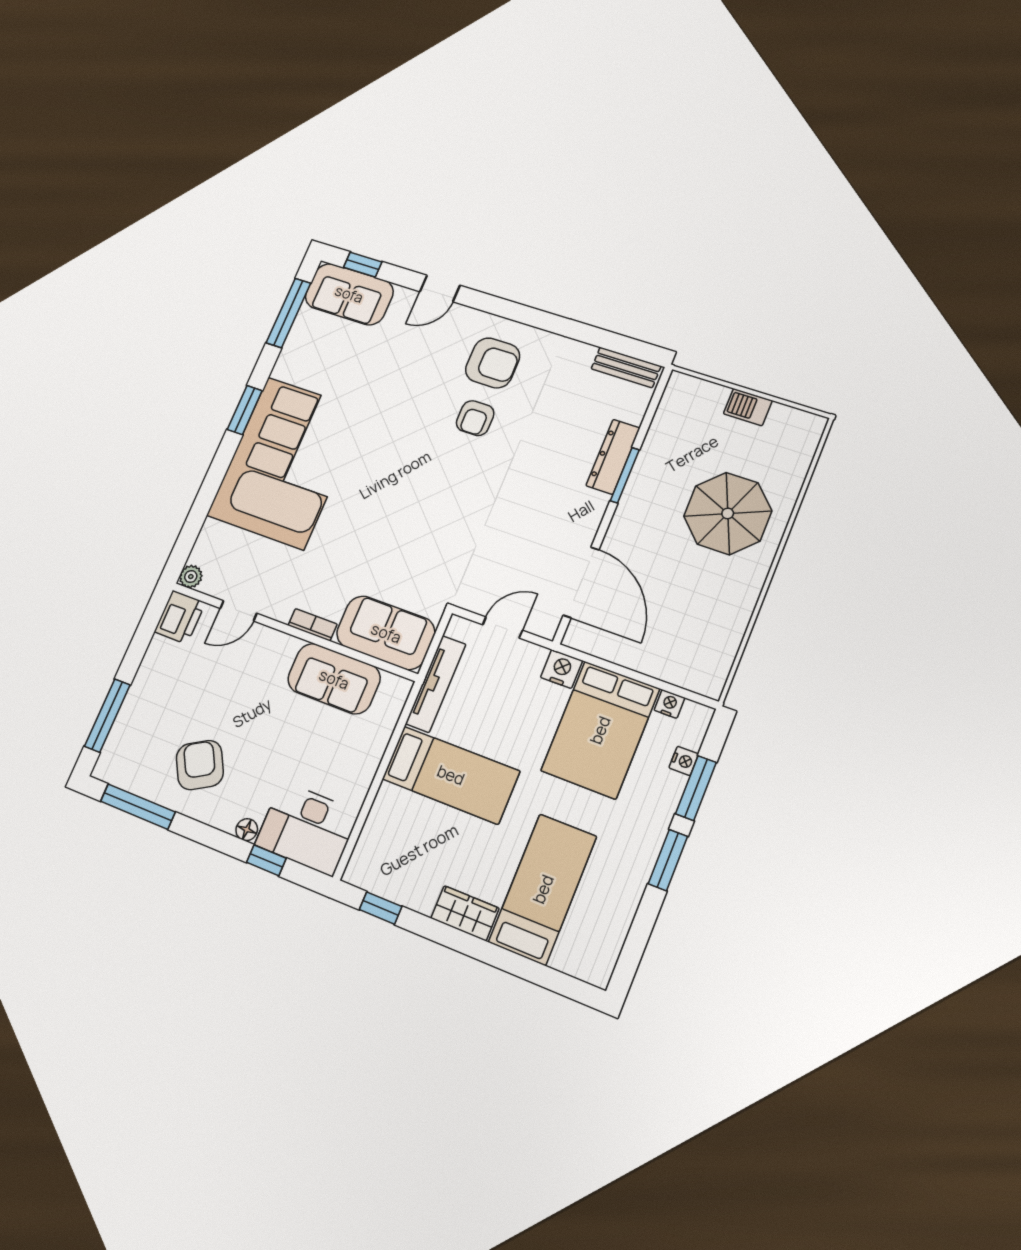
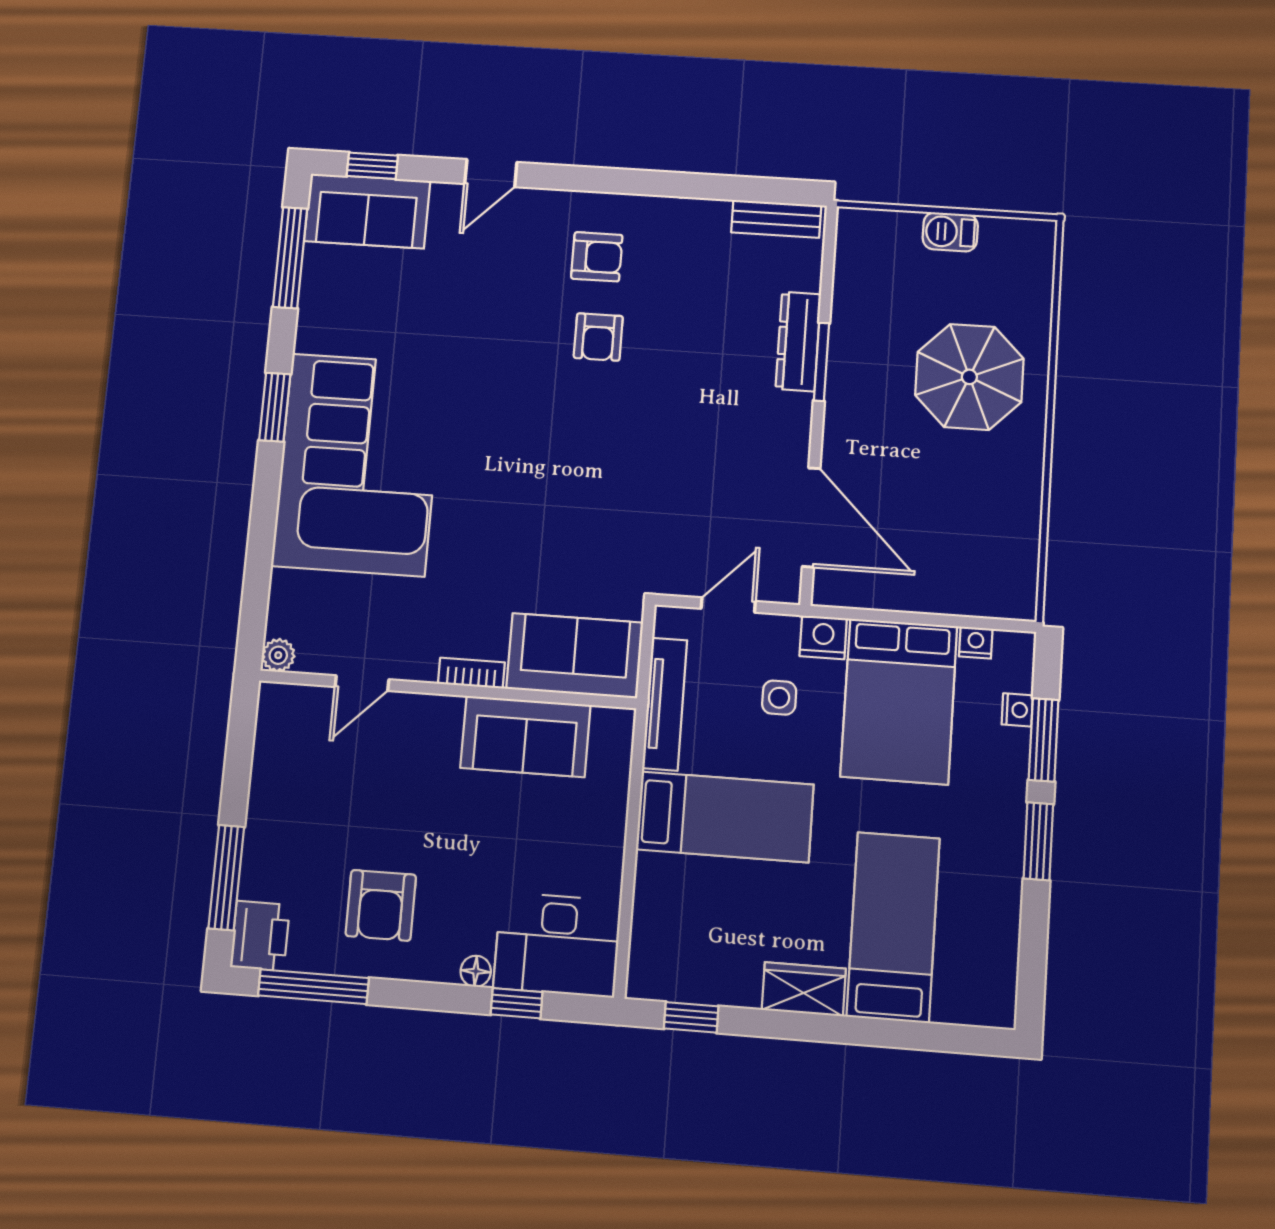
armchair: (493, 363) -> (597, 257), width x0.72, depth x0.72
printer: (180, 617) -> (260, 936), moved
side table: (516, 703) -> (779, 698), added
armchair: (200, 765) -> (381, 905), turned -150

